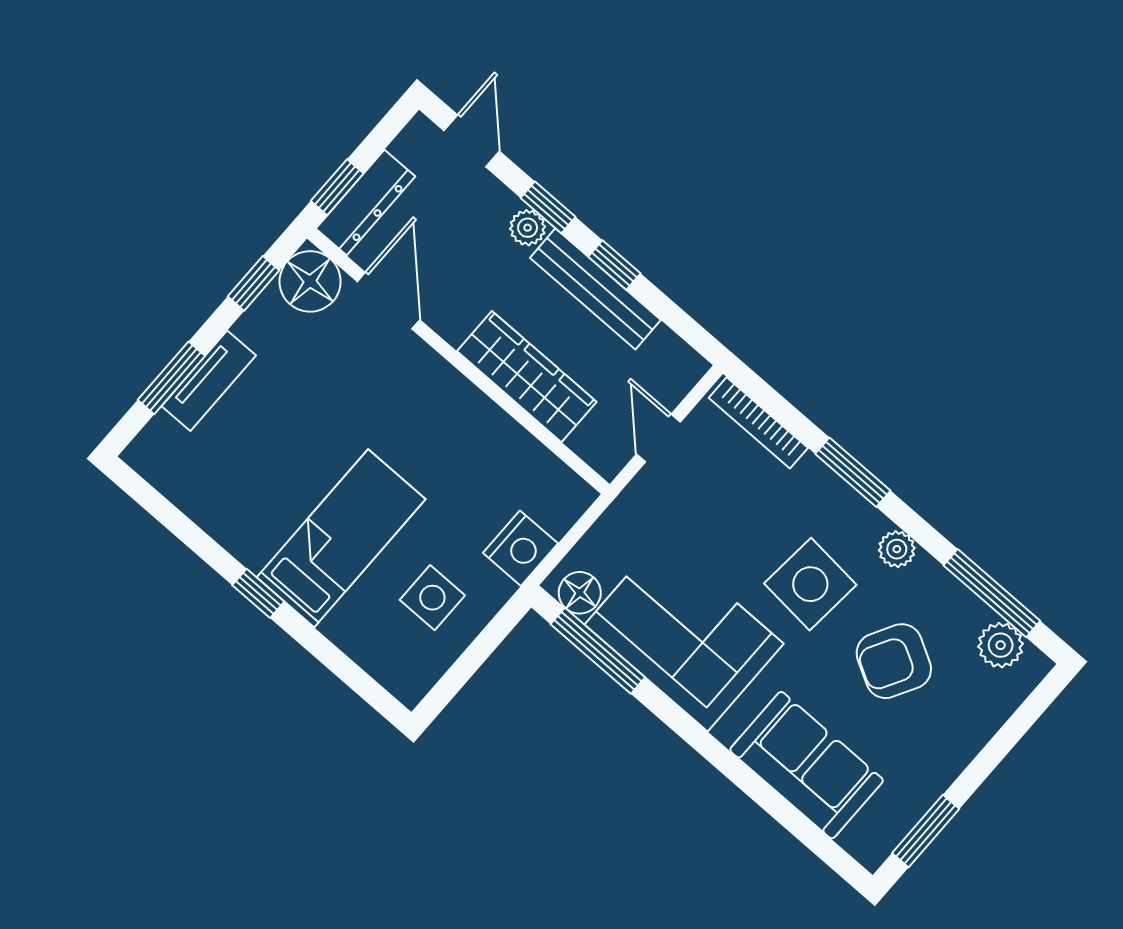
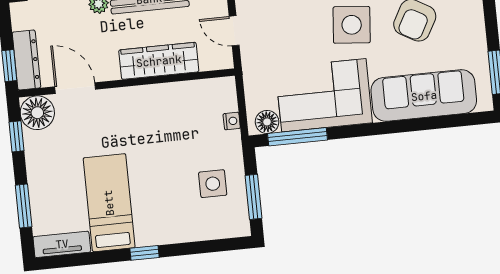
tv unit: (209, 381) -> (62, 244), moved, turned -90
bed: (341, 538) -> (109, 203), moved
nightstand: (520, 548) -> (232, 121), width x0.53, depth x0.56
window: (465, 667) -> (253, 197), added
sofa: (807, 765) -> (424, 96), width x1.36

